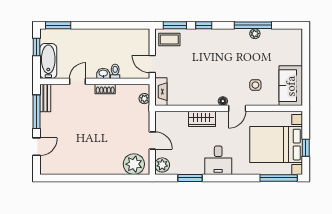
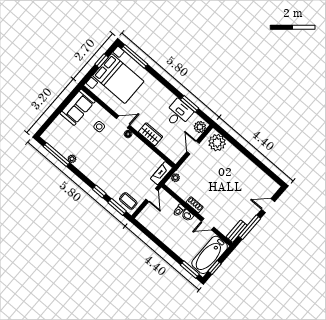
window: (253, 25) -> (56, 154), moved
bathtub: (48, 61) -> (210, 255), width x1.36, depth x1.36
desk: (218, 160) -> (178, 113), moved

